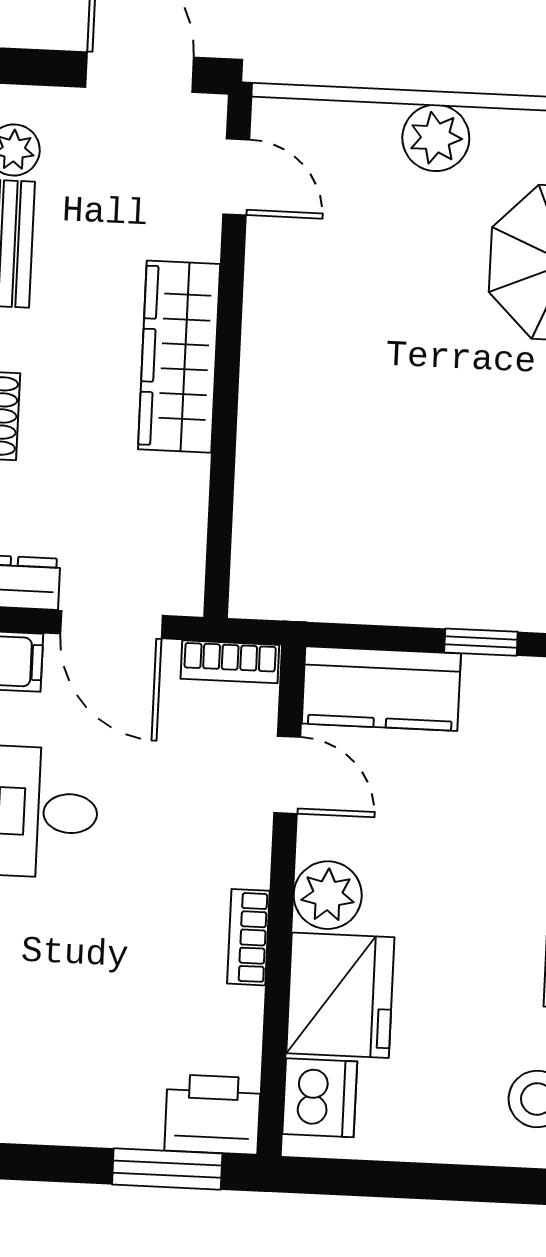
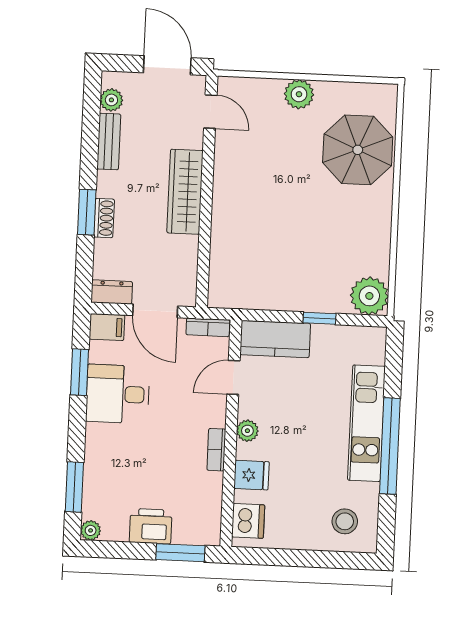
door: (287, 775) -> (233, 377), swing flipped
plant: (328, 895) -> (247, 431), width x0.73, depth x0.73
fridge: (340, 995) -> (251, 475), width x0.53, depth x0.75
printer: (213, 1114) -> (151, 526), moved

